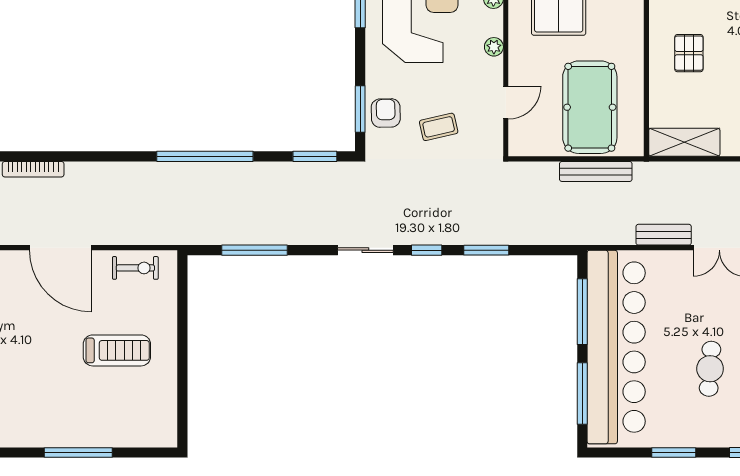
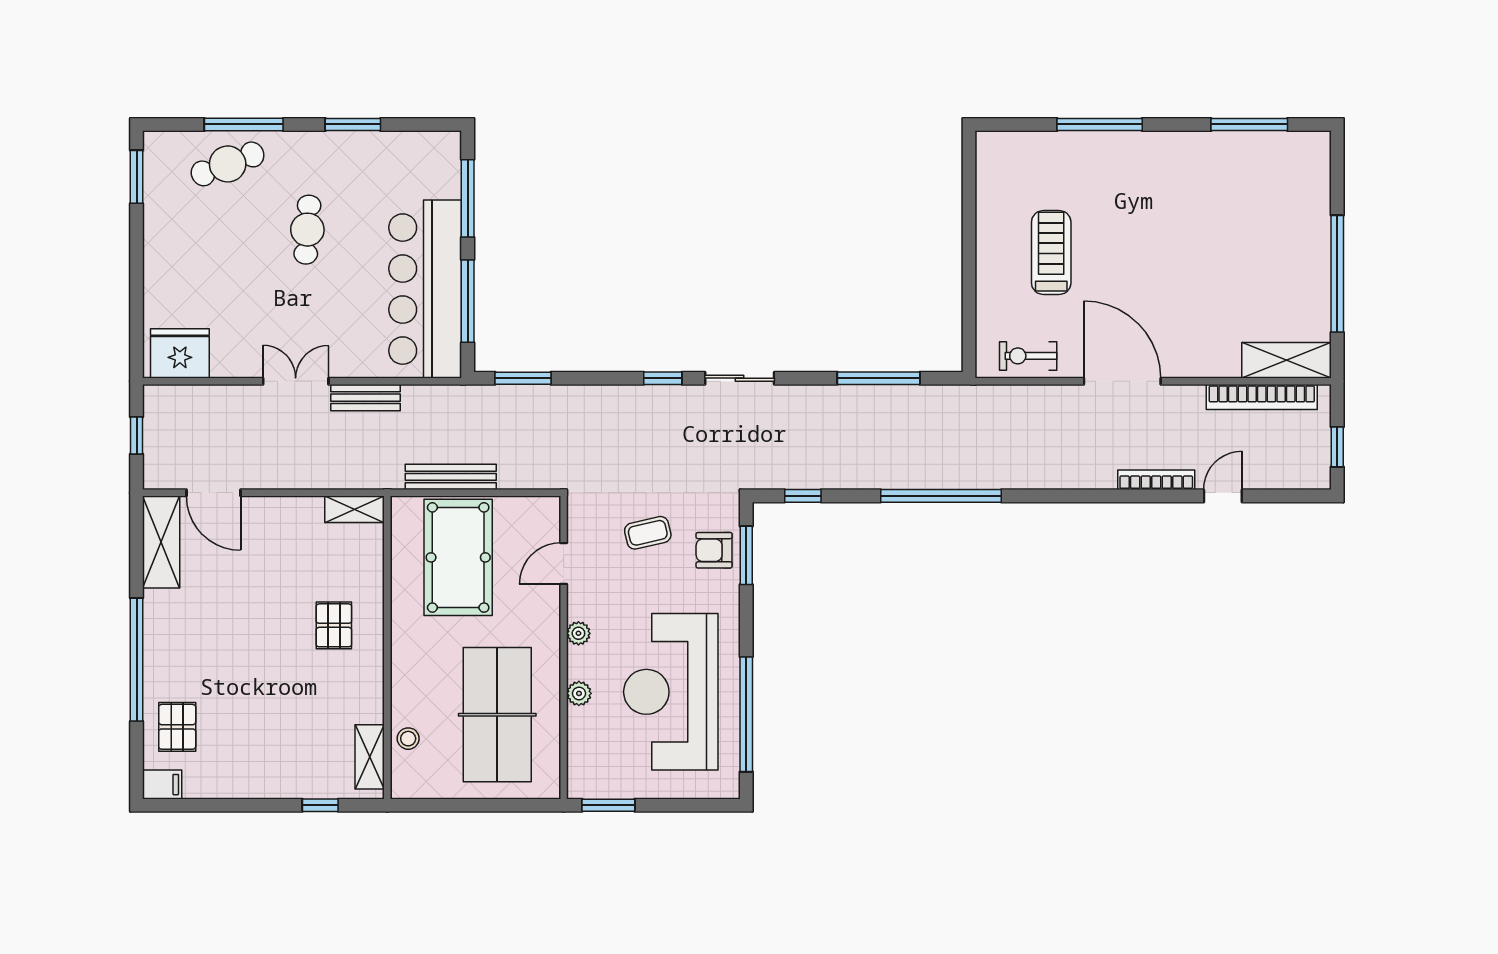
armchair: (386, 113) -> (714, 550), turned 91
shelving: (684, 142) -> (354, 509), width x0.67, depth x0.75
window: (315, 156) -> (803, 496), width x0.67
window: (486, 250) -> (523, 378), moved
bar counter: (616, 347) -> (425, 289), width x0.73
treadmill: (117, 350) -> (1051, 253), turned 90

